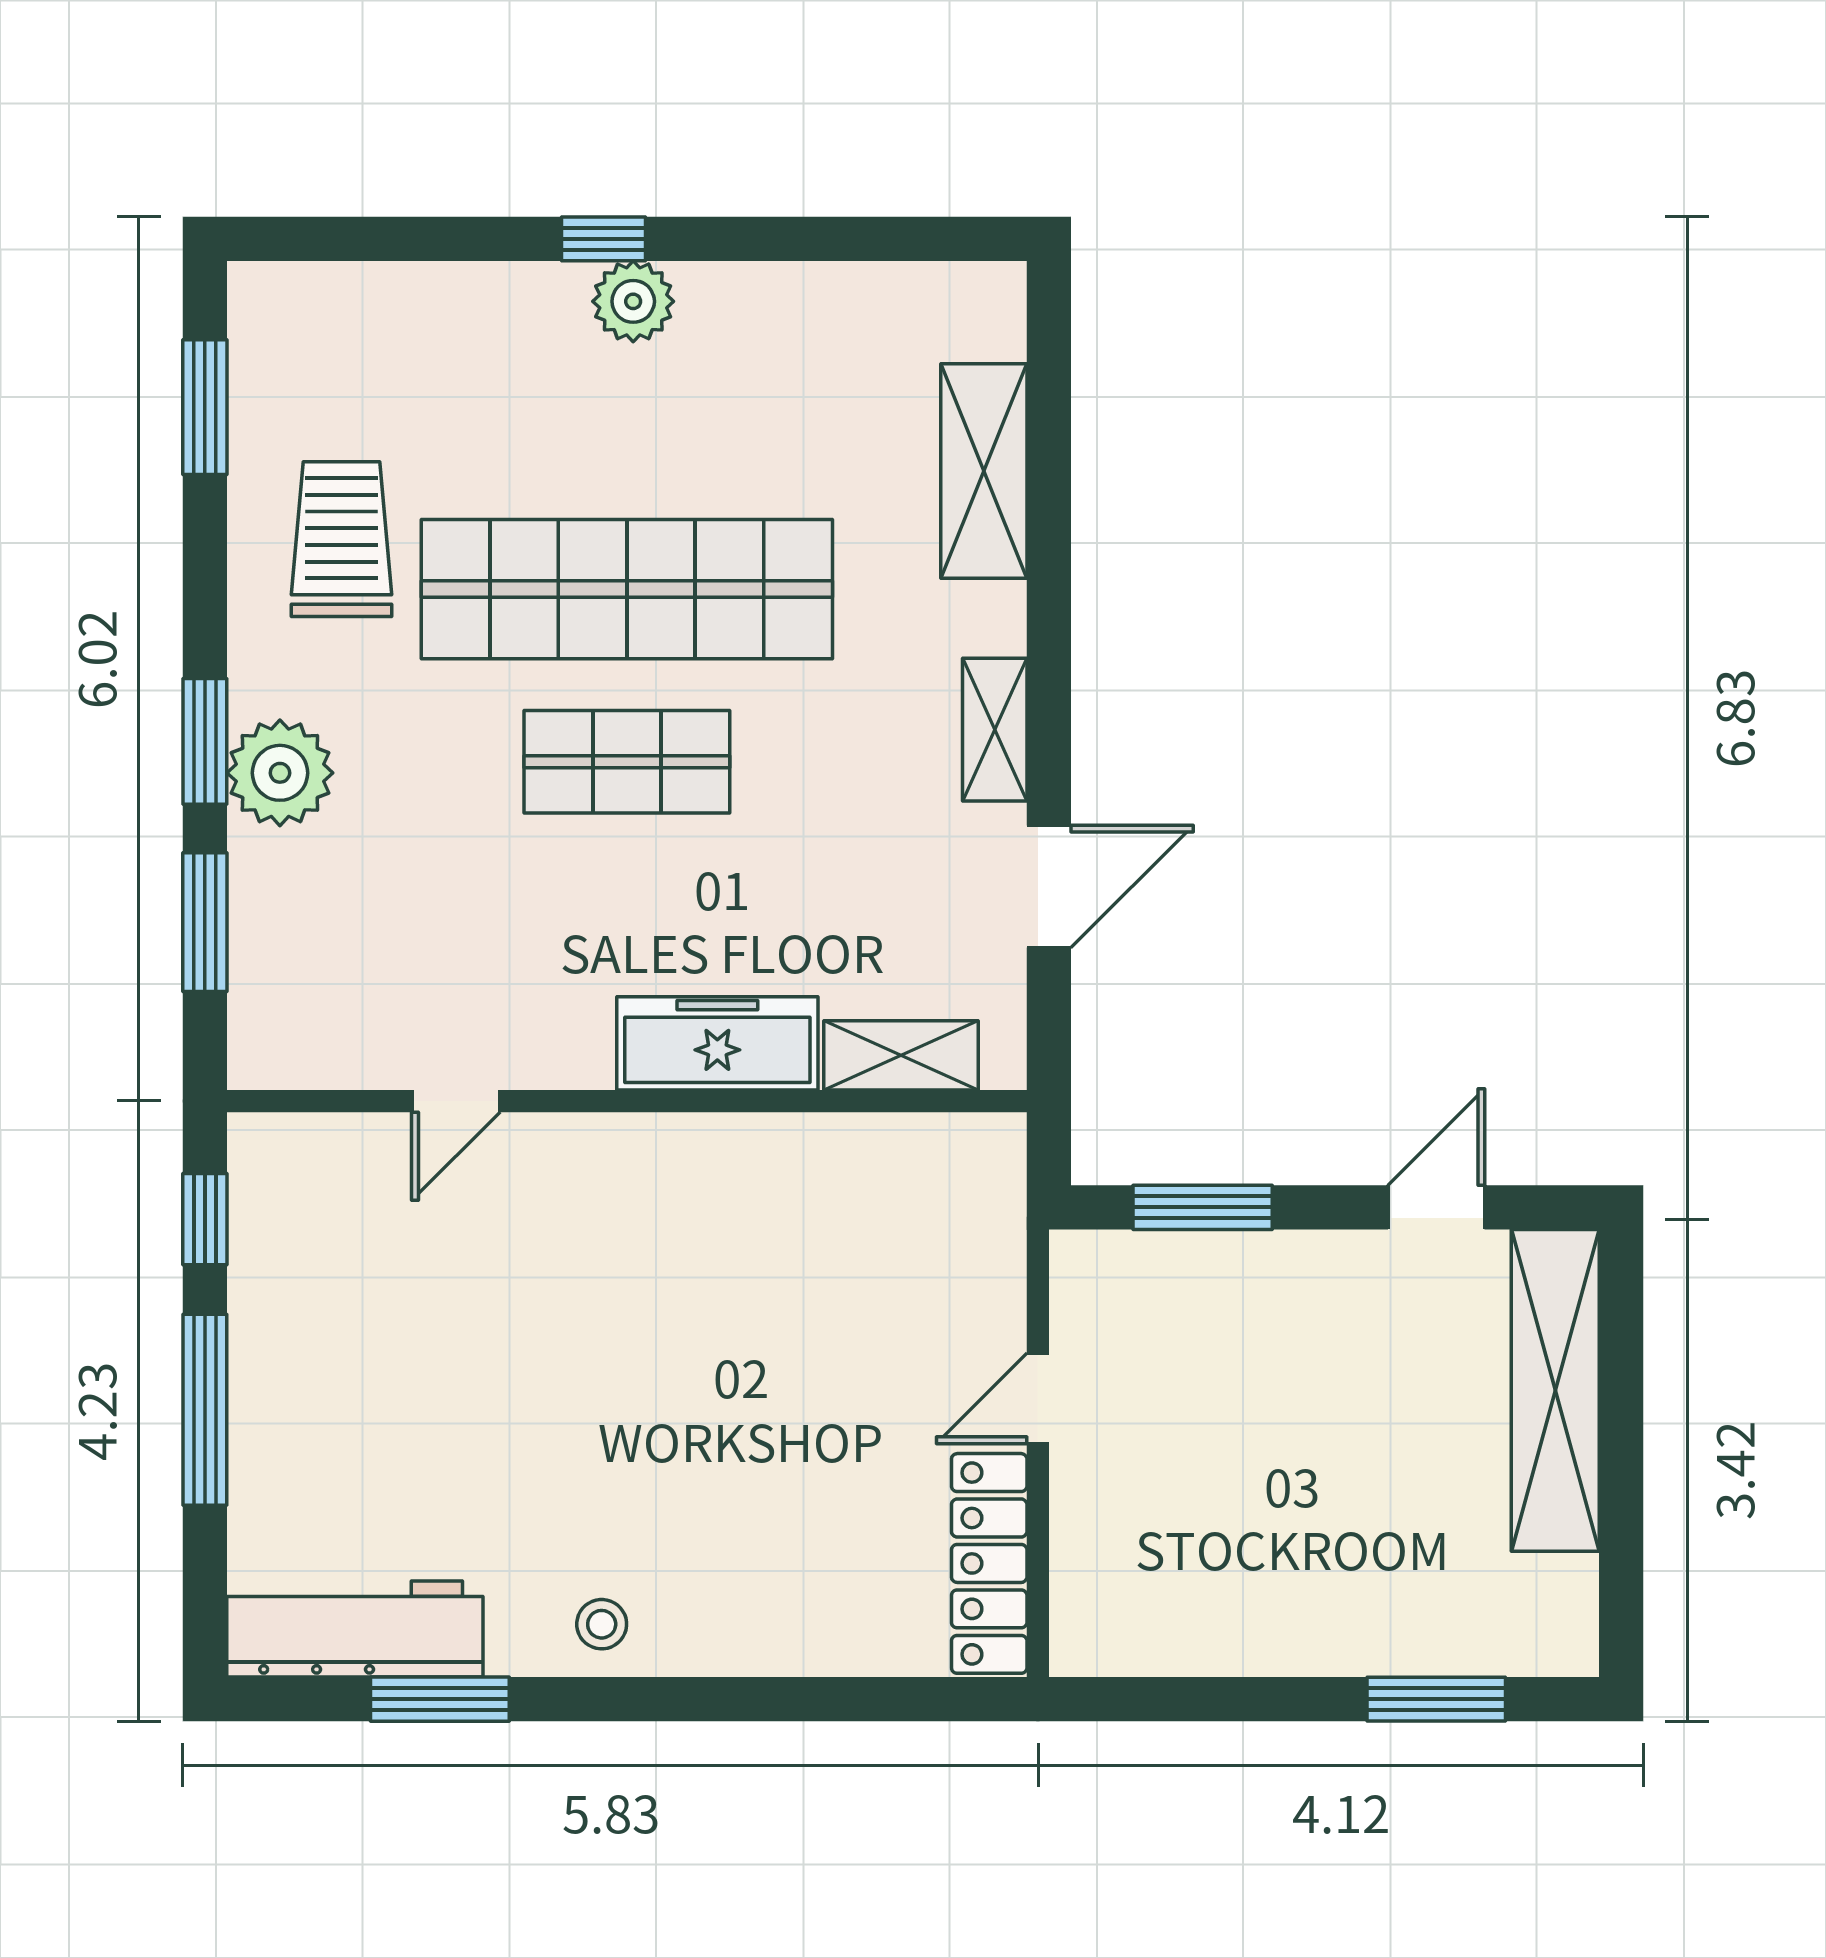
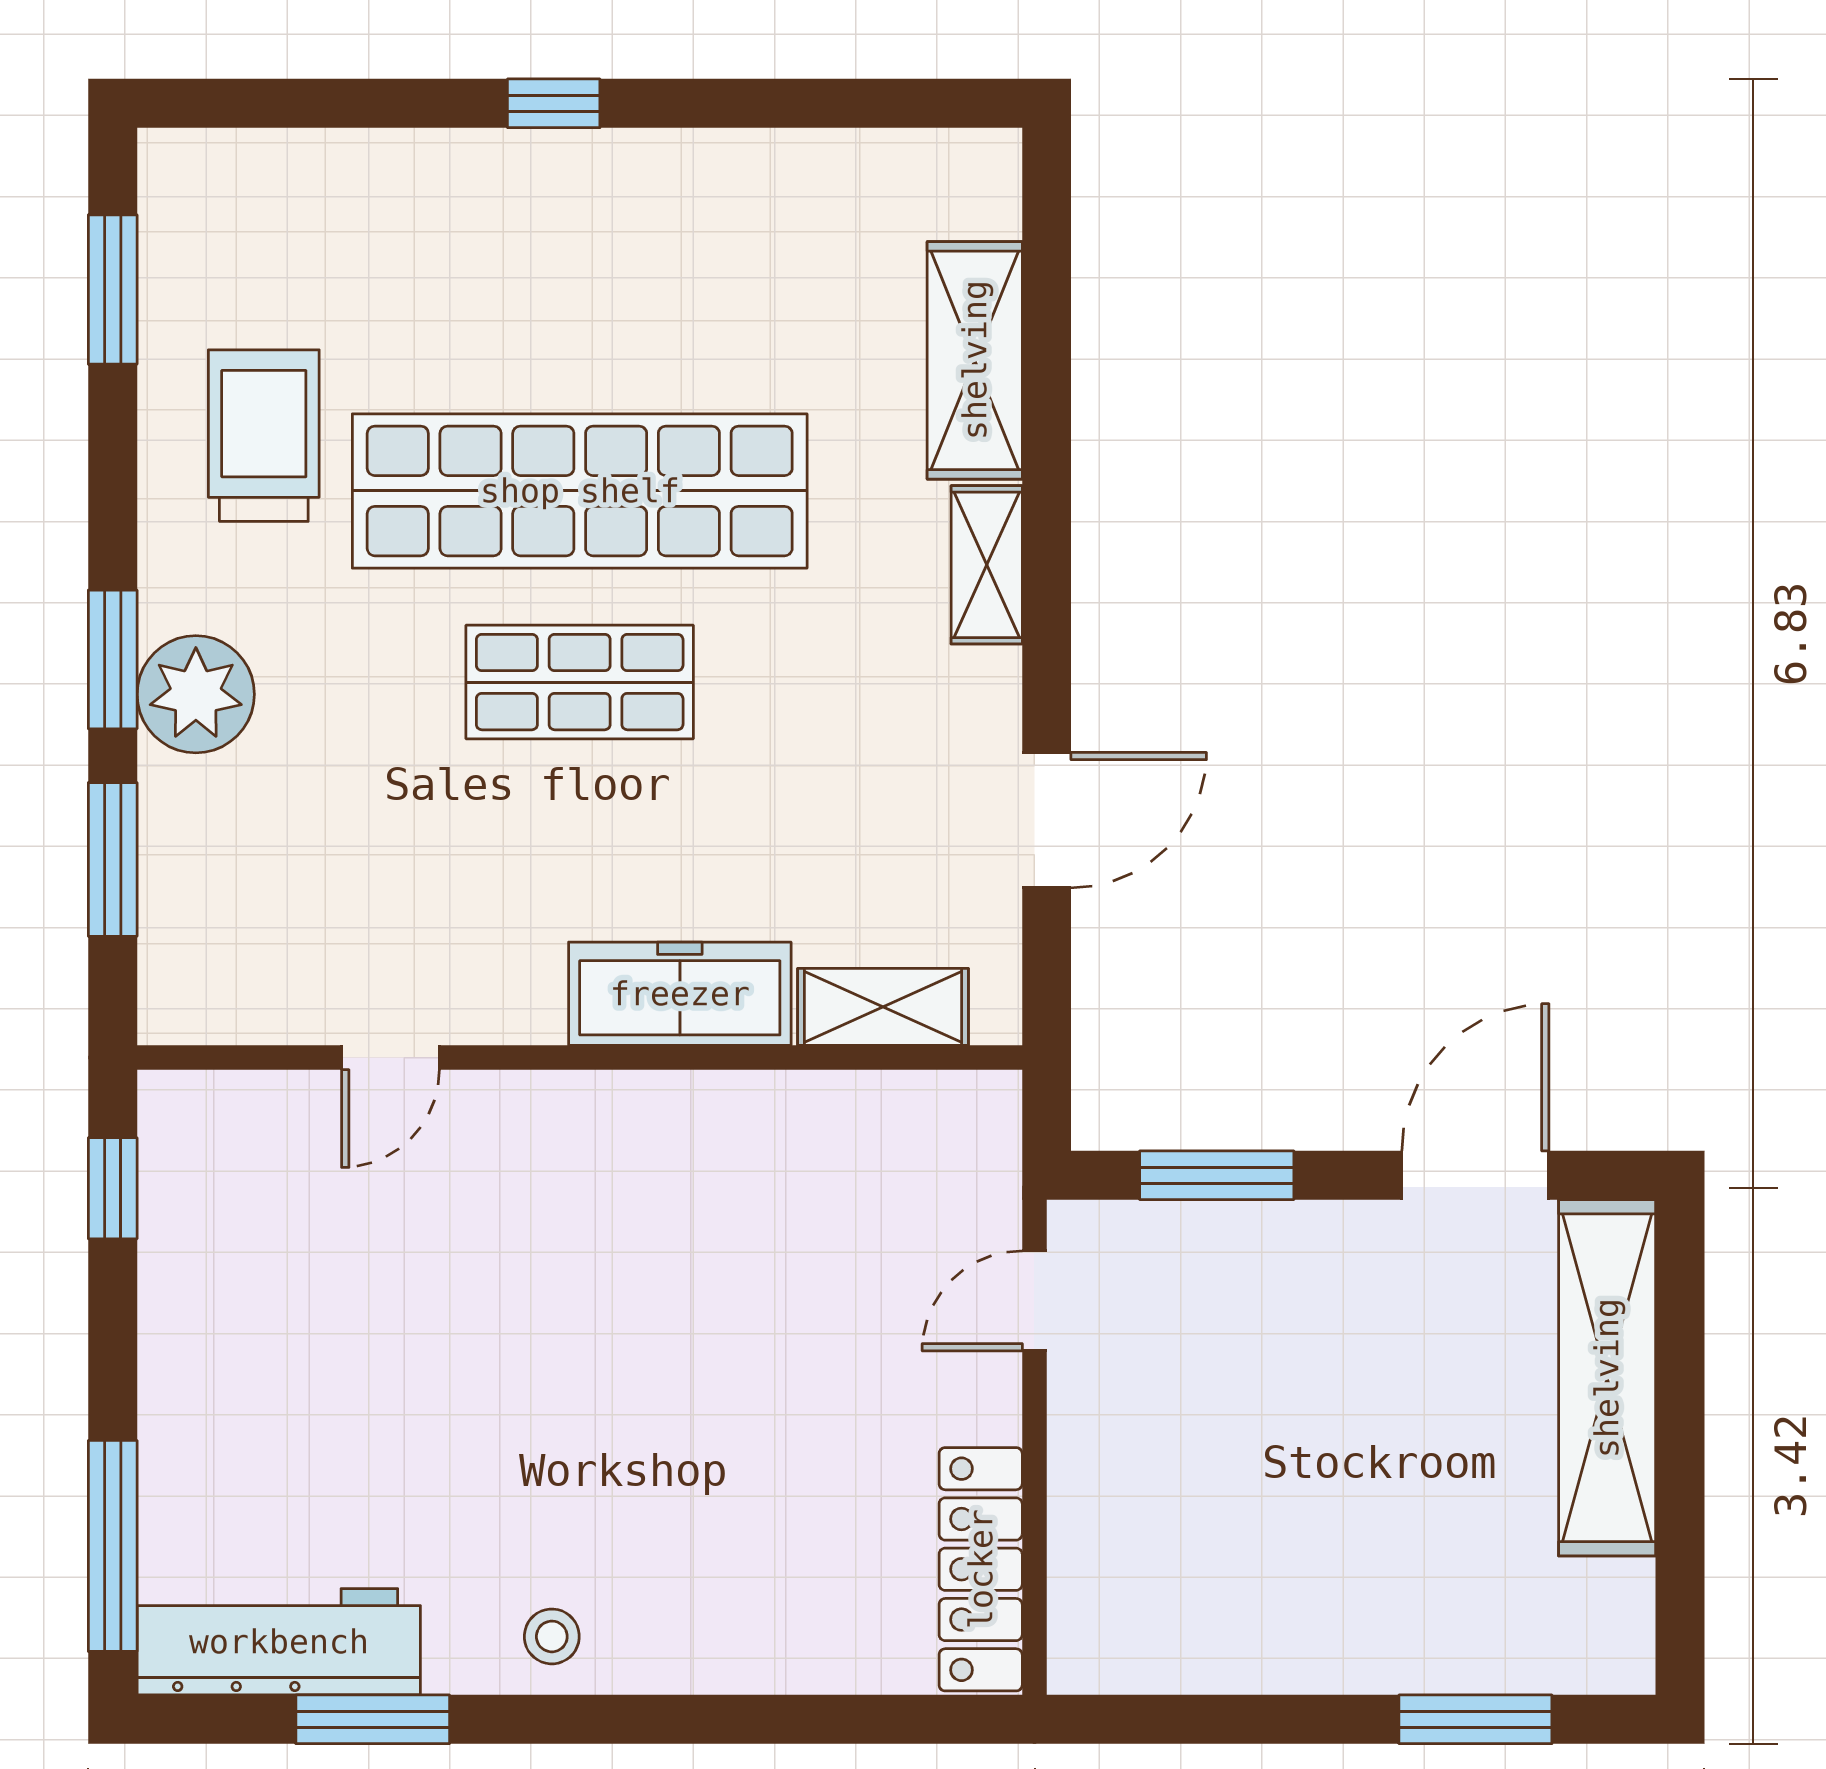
plant: (633, 301) -> (587, 173), removed
shelving: (995, 730) -> (987, 565), moved
door: (1436, 1207) -> (1475, 1175), width x1.38
door: (1038, 1398) -> (1034, 1301), moved
window: (205, 1410) -> (113, 1546), moved

